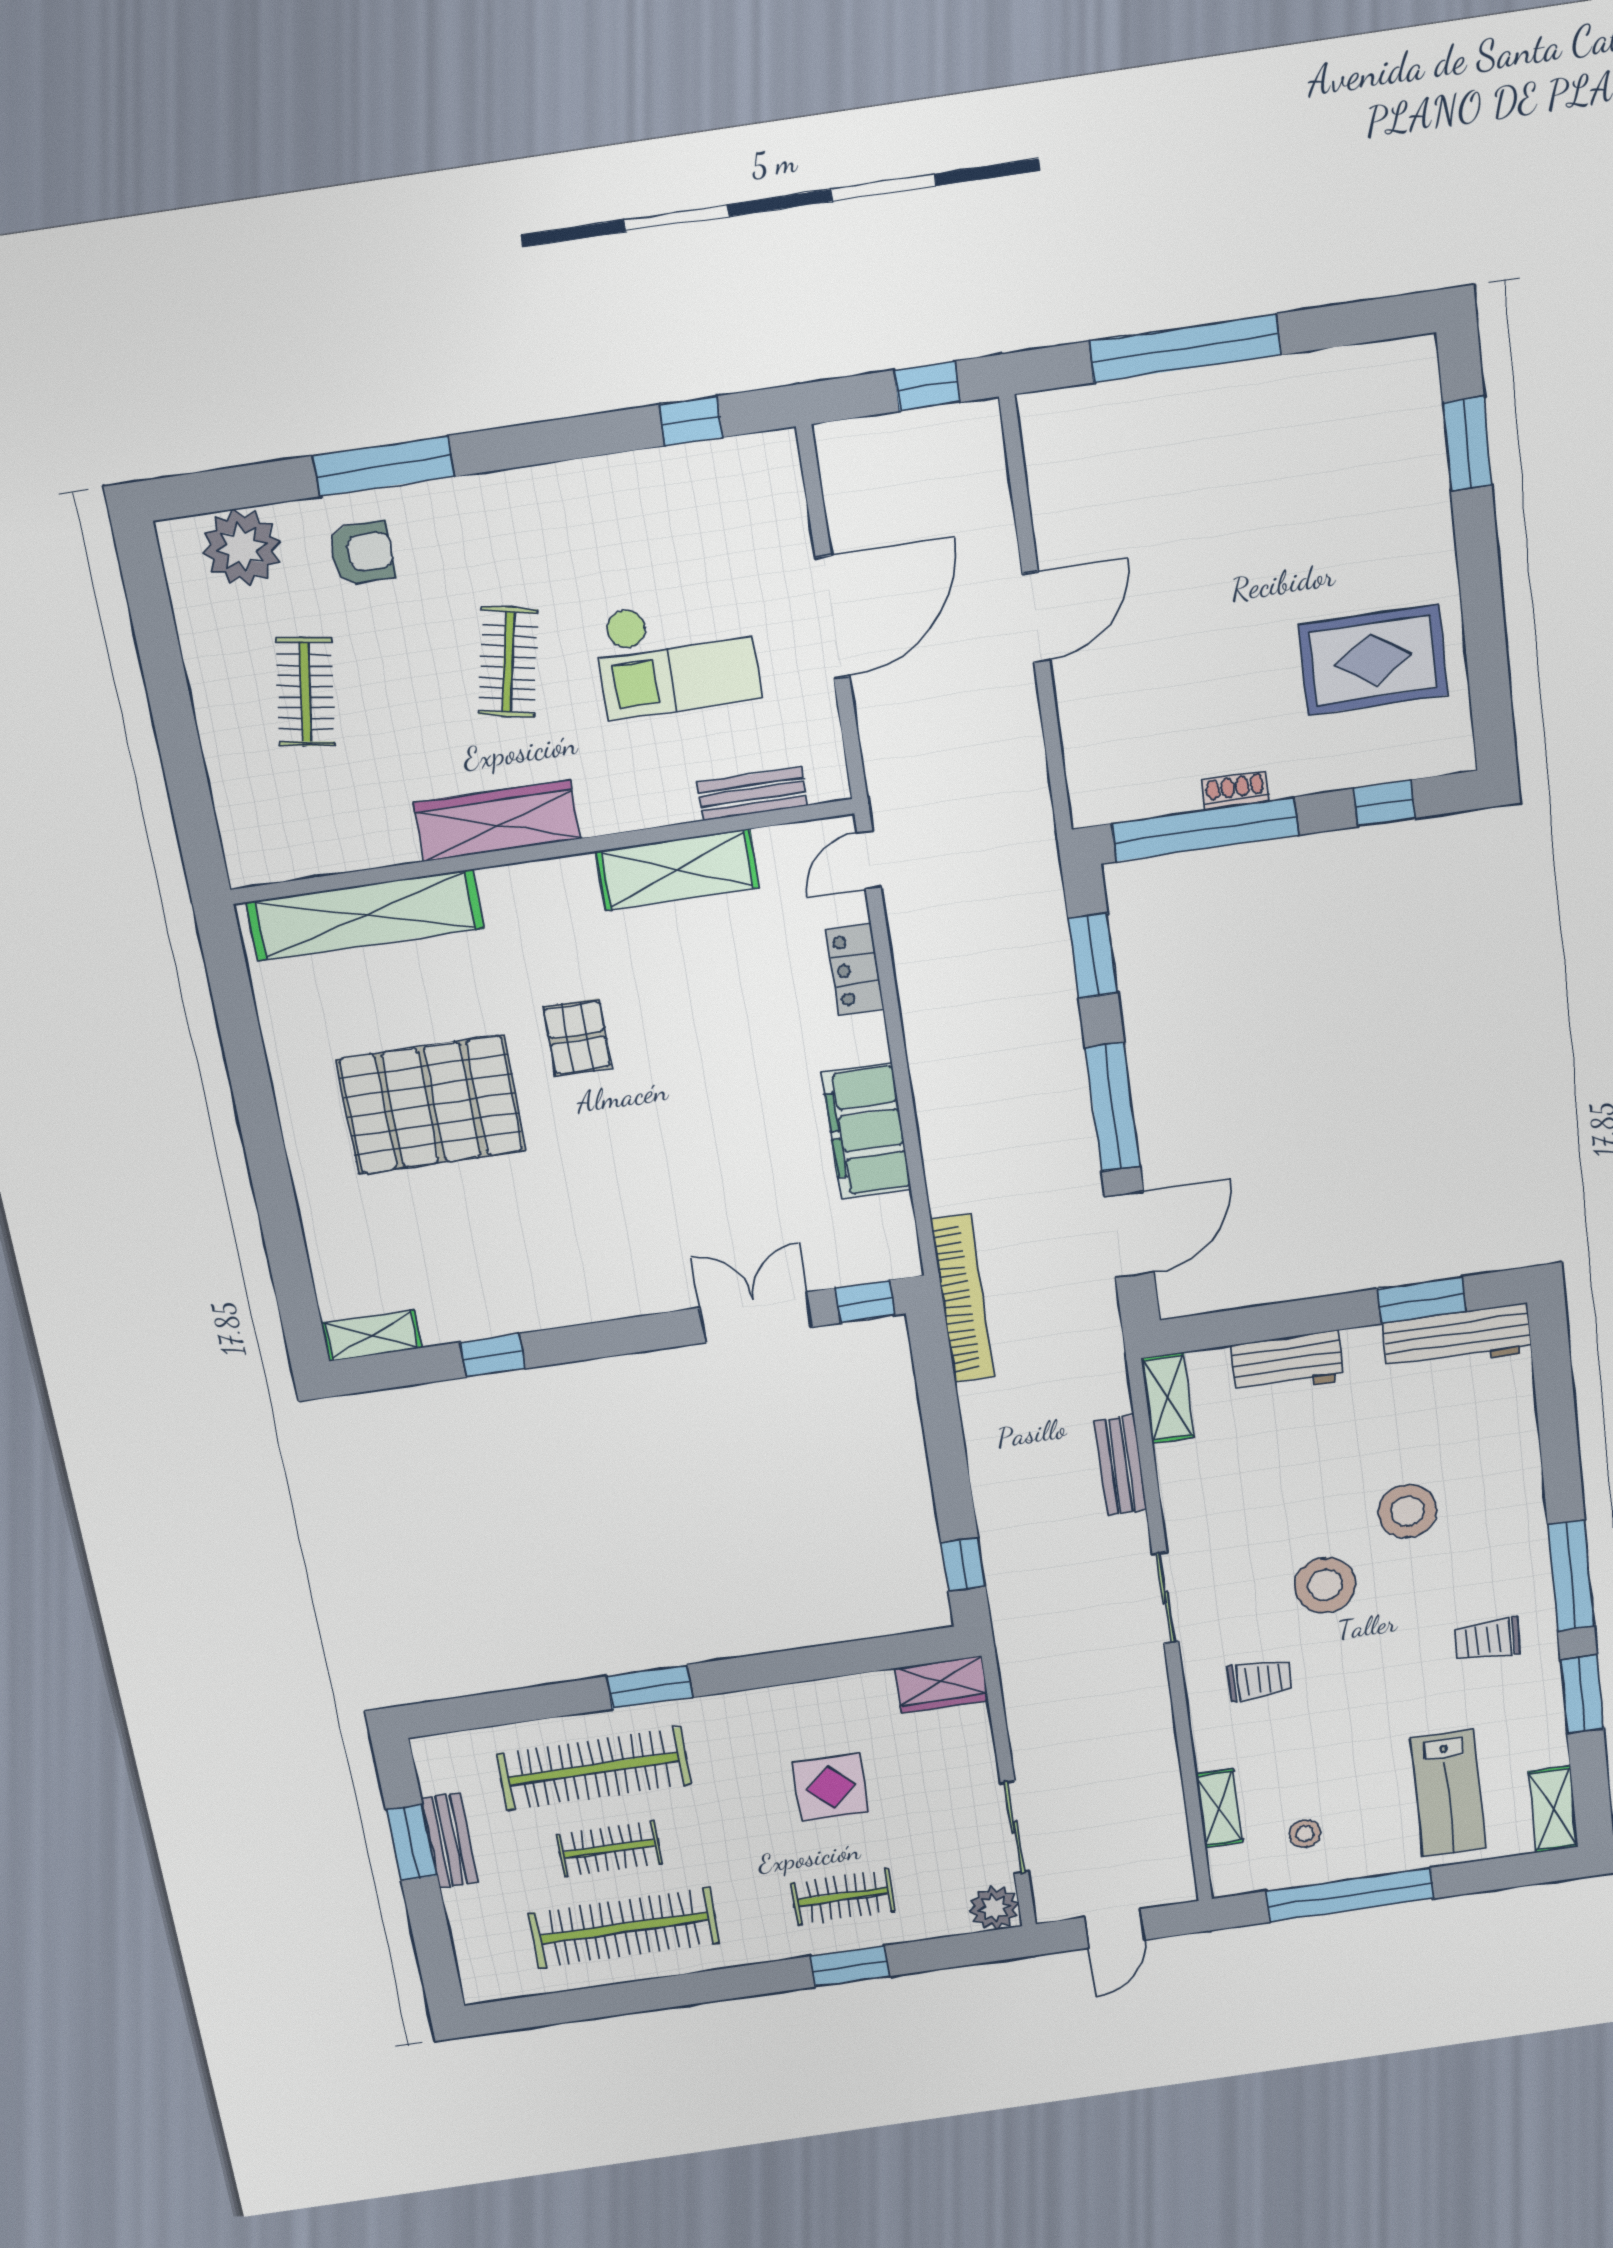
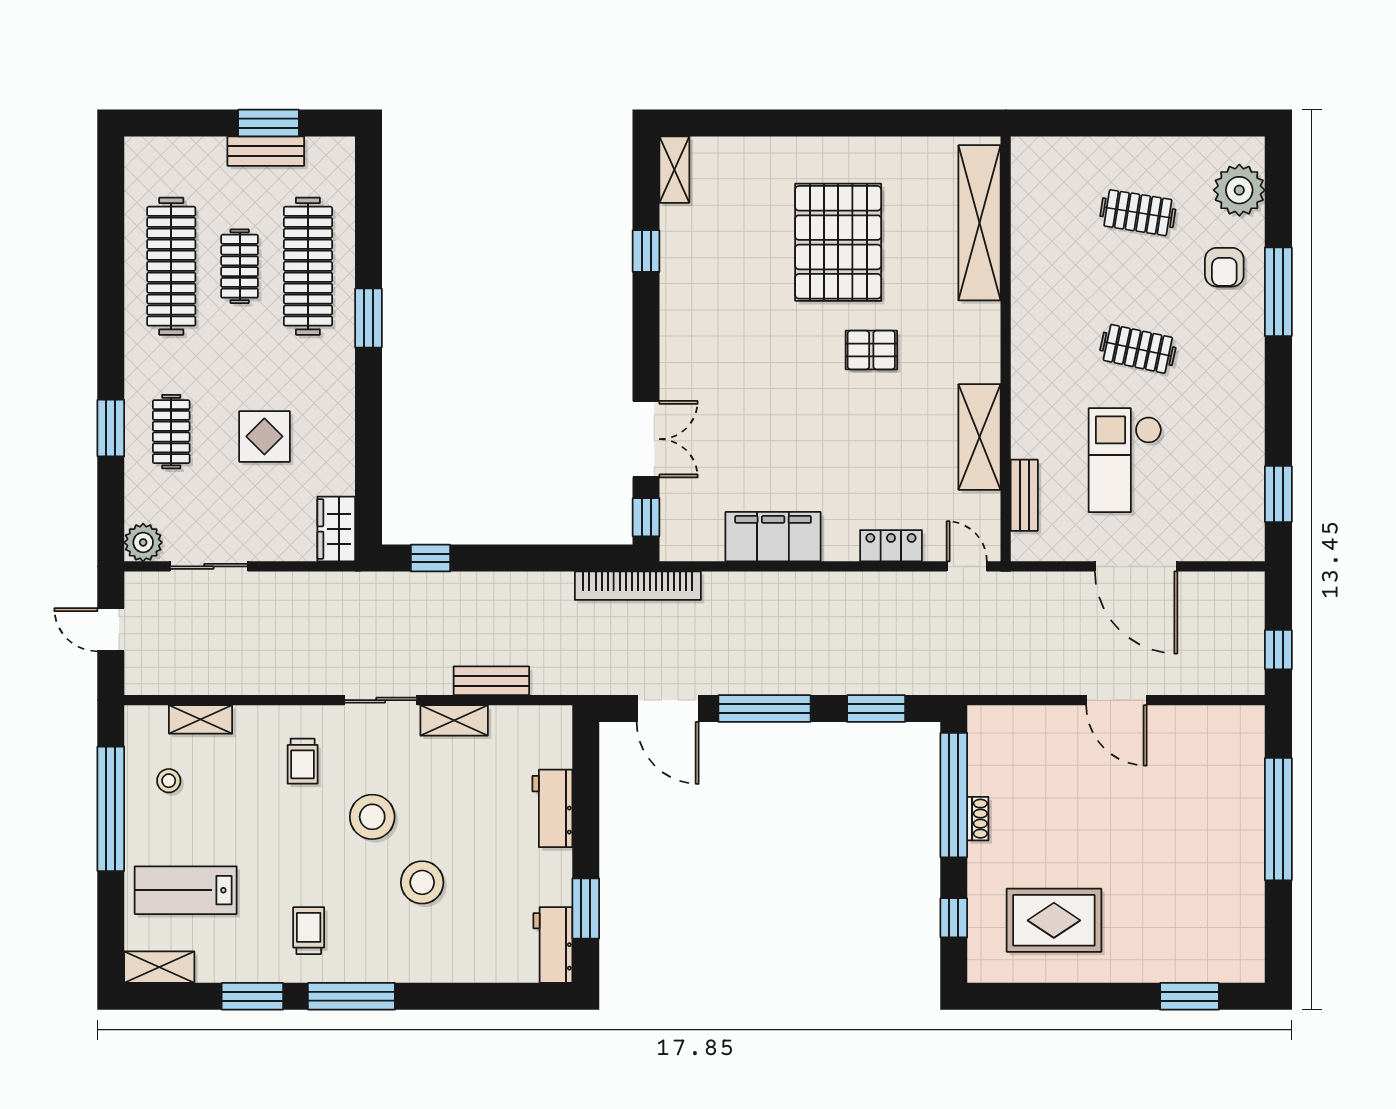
window: (691, 421) -> (1278, 494), width x1.50
rug: (1373, 660) -> (1054, 920), turned 90
wardrobe: (497, 821) -> (1031, 323), removed
workbench: (1457, 1338) -> (553, 945), width x0.73
shelving: (1167, 1398) -> (454, 720), moved

